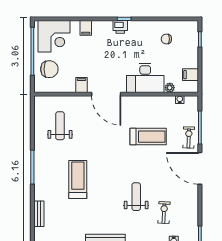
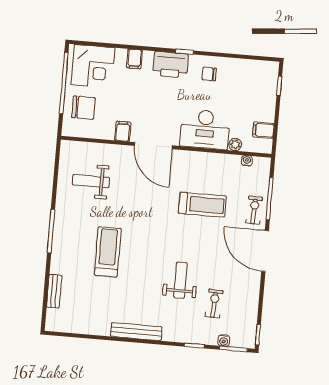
printer: (120, 27) -> (170, 65), width x1.87, depth x1.48
chair: (166, 39) -> (209, 74), moved
weight bench: (60, 126) -> (91, 181), turned -90

